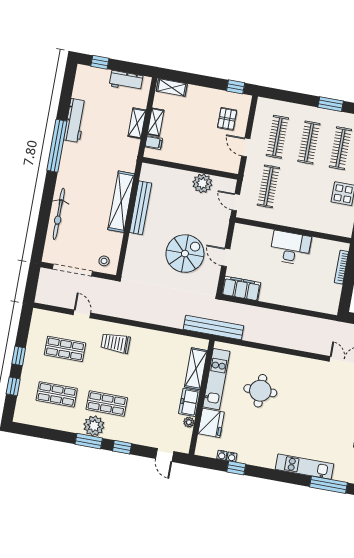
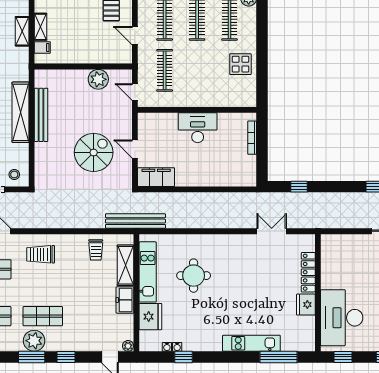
trolley: (170, 349) -> (96, 250), added
plant: (189, 422) -> (128, 346), moved

